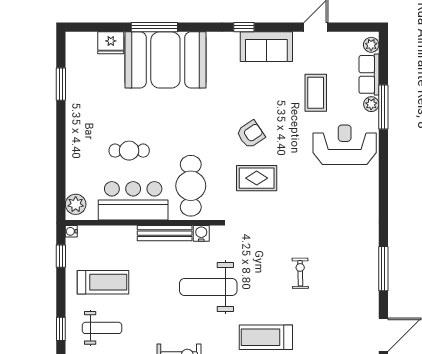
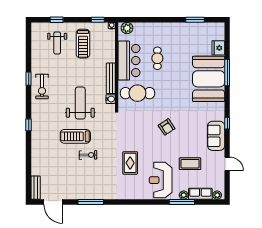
reception desk: (345, 145) -> (161, 180), turned 180
rug: (257, 178) -> (130, 163), moved
treadmill: (266, 337) -> (75, 136), moved, turned -90

